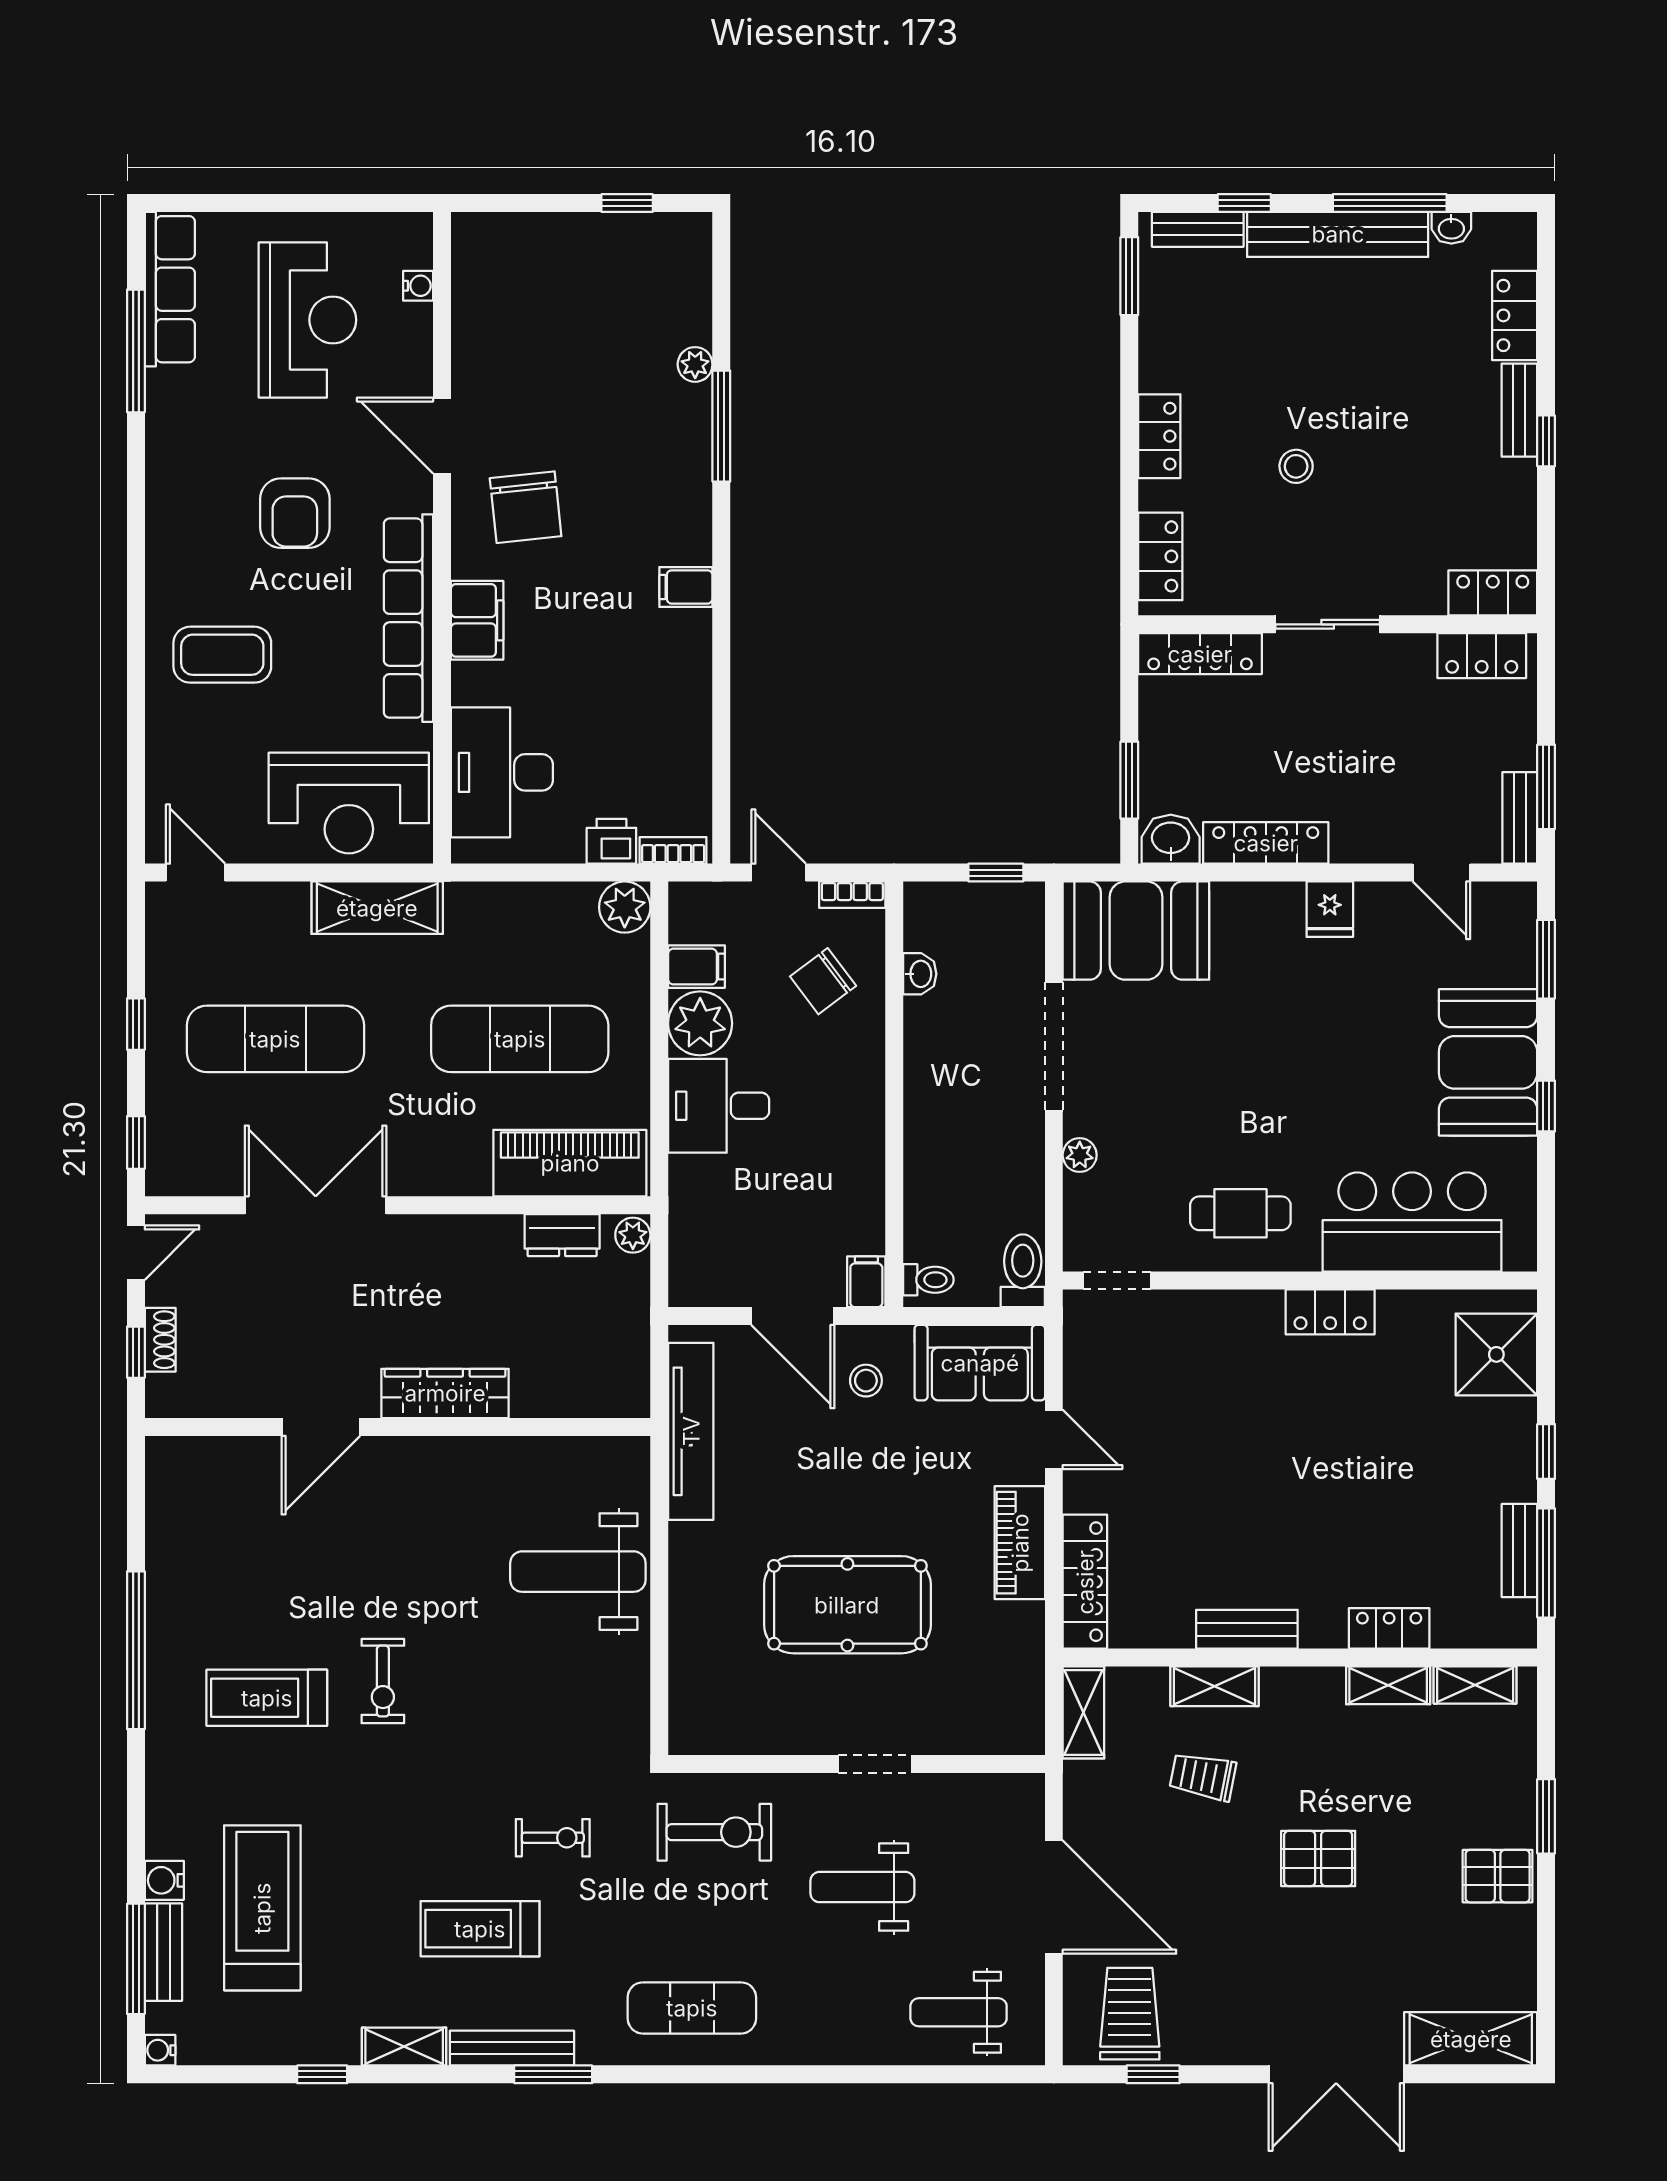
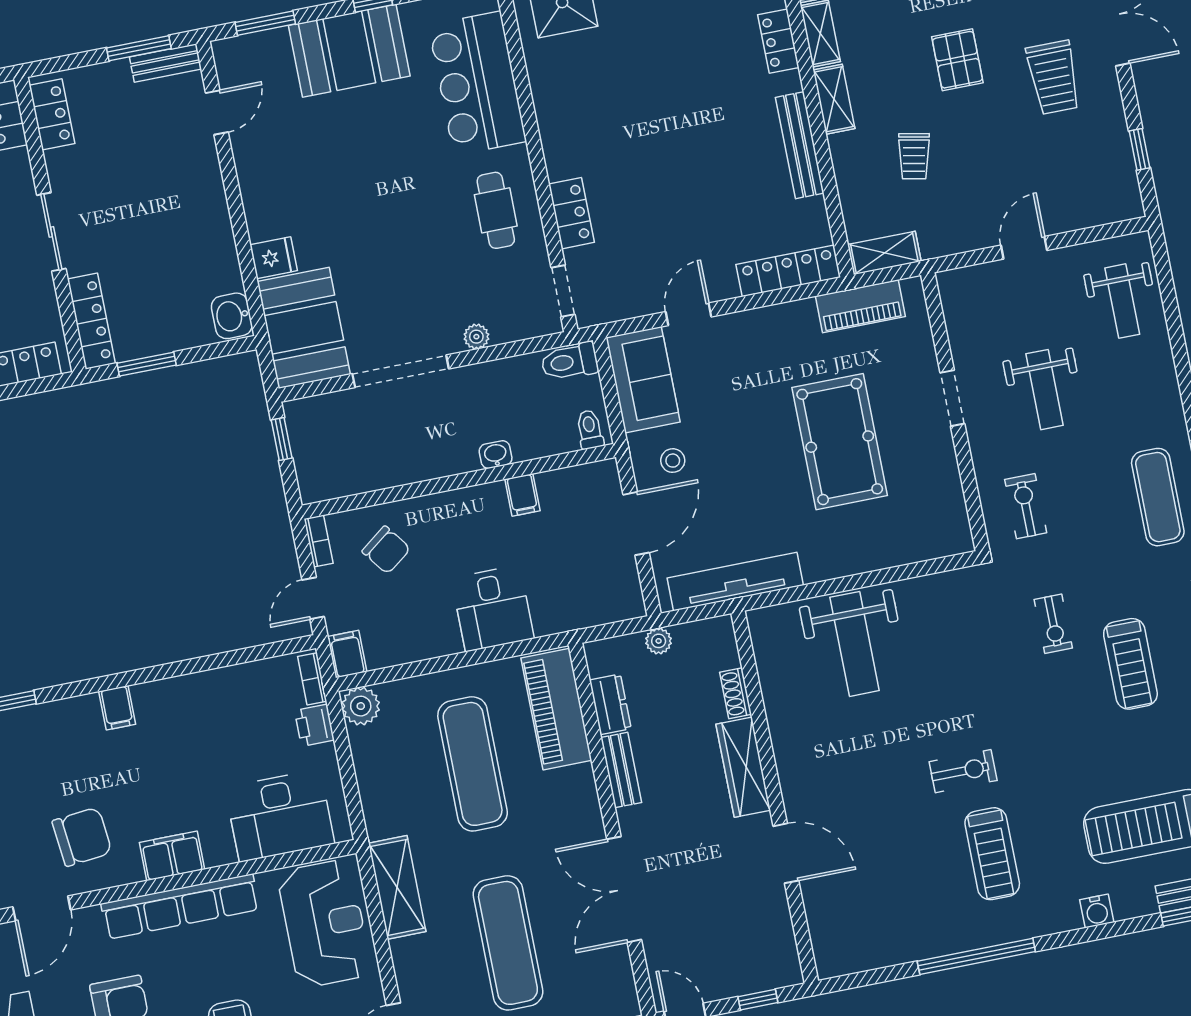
window: (1129, 780) -> (147, 364), moved
locker: (1266, 843) -> (221, 246), removed
fridge: (1330, 909) -> (274, 258), moved
filing cabinet: (696, 967) -> (347, 654), moved
washbasin: (920, 974) -> (496, 455), moved
plant: (700, 1023) -> (435, 634), removed
bench: (473, 1232) -> (621, 770), added
plant: (633, 1235) -> (659, 641), moved
filing cabinet: (866, 1282) -> (522, 495), moved, turned -90
locker: (1330, 1312) -> (571, 213), moved
shoe rack: (160, 1340) -> (736, 693), moved, turned -90
piano: (1020, 1543) -> (860, 306), moved
bench: (1247, 1629) -> (800, 145), width x1.36
shelving: (1215, 1686) -> (834, 99), moved
exercise bike: (714, 1832) -> (1026, 506), width x0.73, depth x0.72
exercise bike: (553, 1838) -> (1053, 624), turned 180
water cooler: (164, 1880) -> (1097, 911), moved
door: (1054, 1897) -> (1024, 248), width x0.53
trolley: (1130, 2014) -> (1054, 77), moved, turned -90

